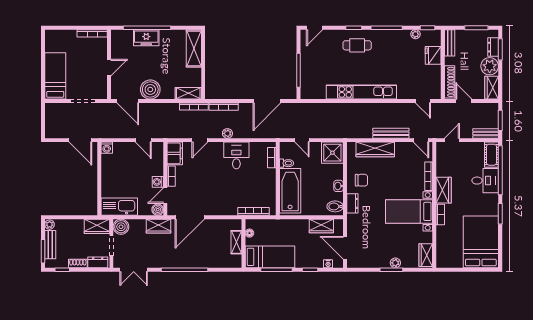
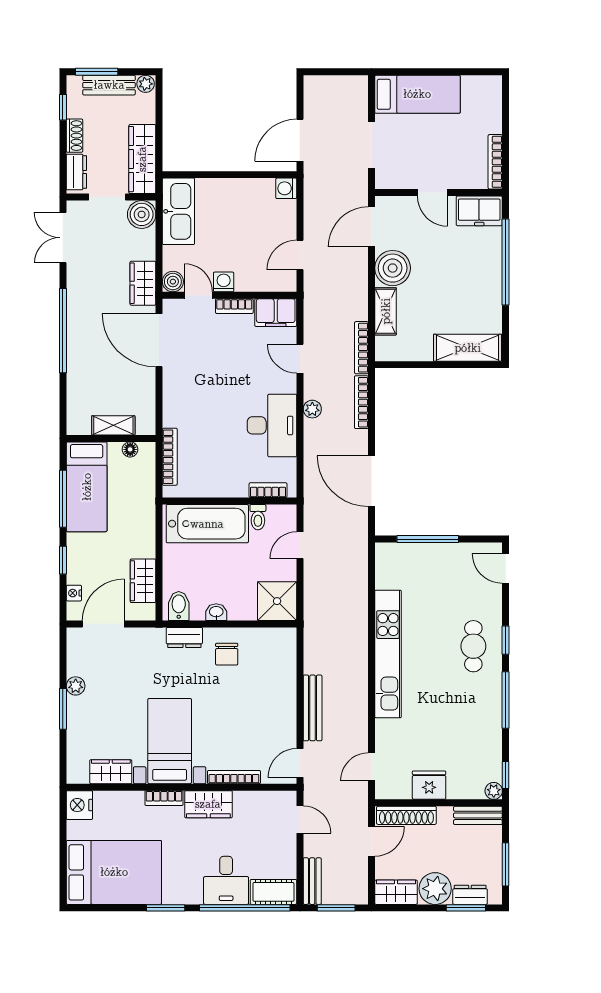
plant: (415, 34) -> (494, 791), moved
freezer: (146, 38) -> (479, 211), moved, turned -90
fridge: (433, 55) -> (429, 785), moved
shelving: (188, 93) -> (386, 311), moved
wardrobe: (375, 149) -> (283, 679), removed
desk: (236, 155) -> (272, 425), width x1.37
wardrobe: (97, 226) -> (142, 159), width x1.50
wardrobe: (426, 255) -> (111, 772), moved
nightstand: (444, 261) -> (79, 805), added
plant: (395, 263) -> (76, 686), moved

